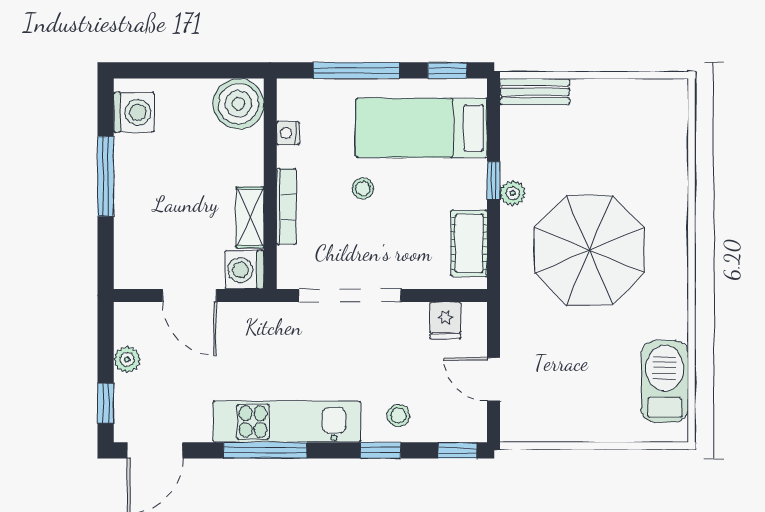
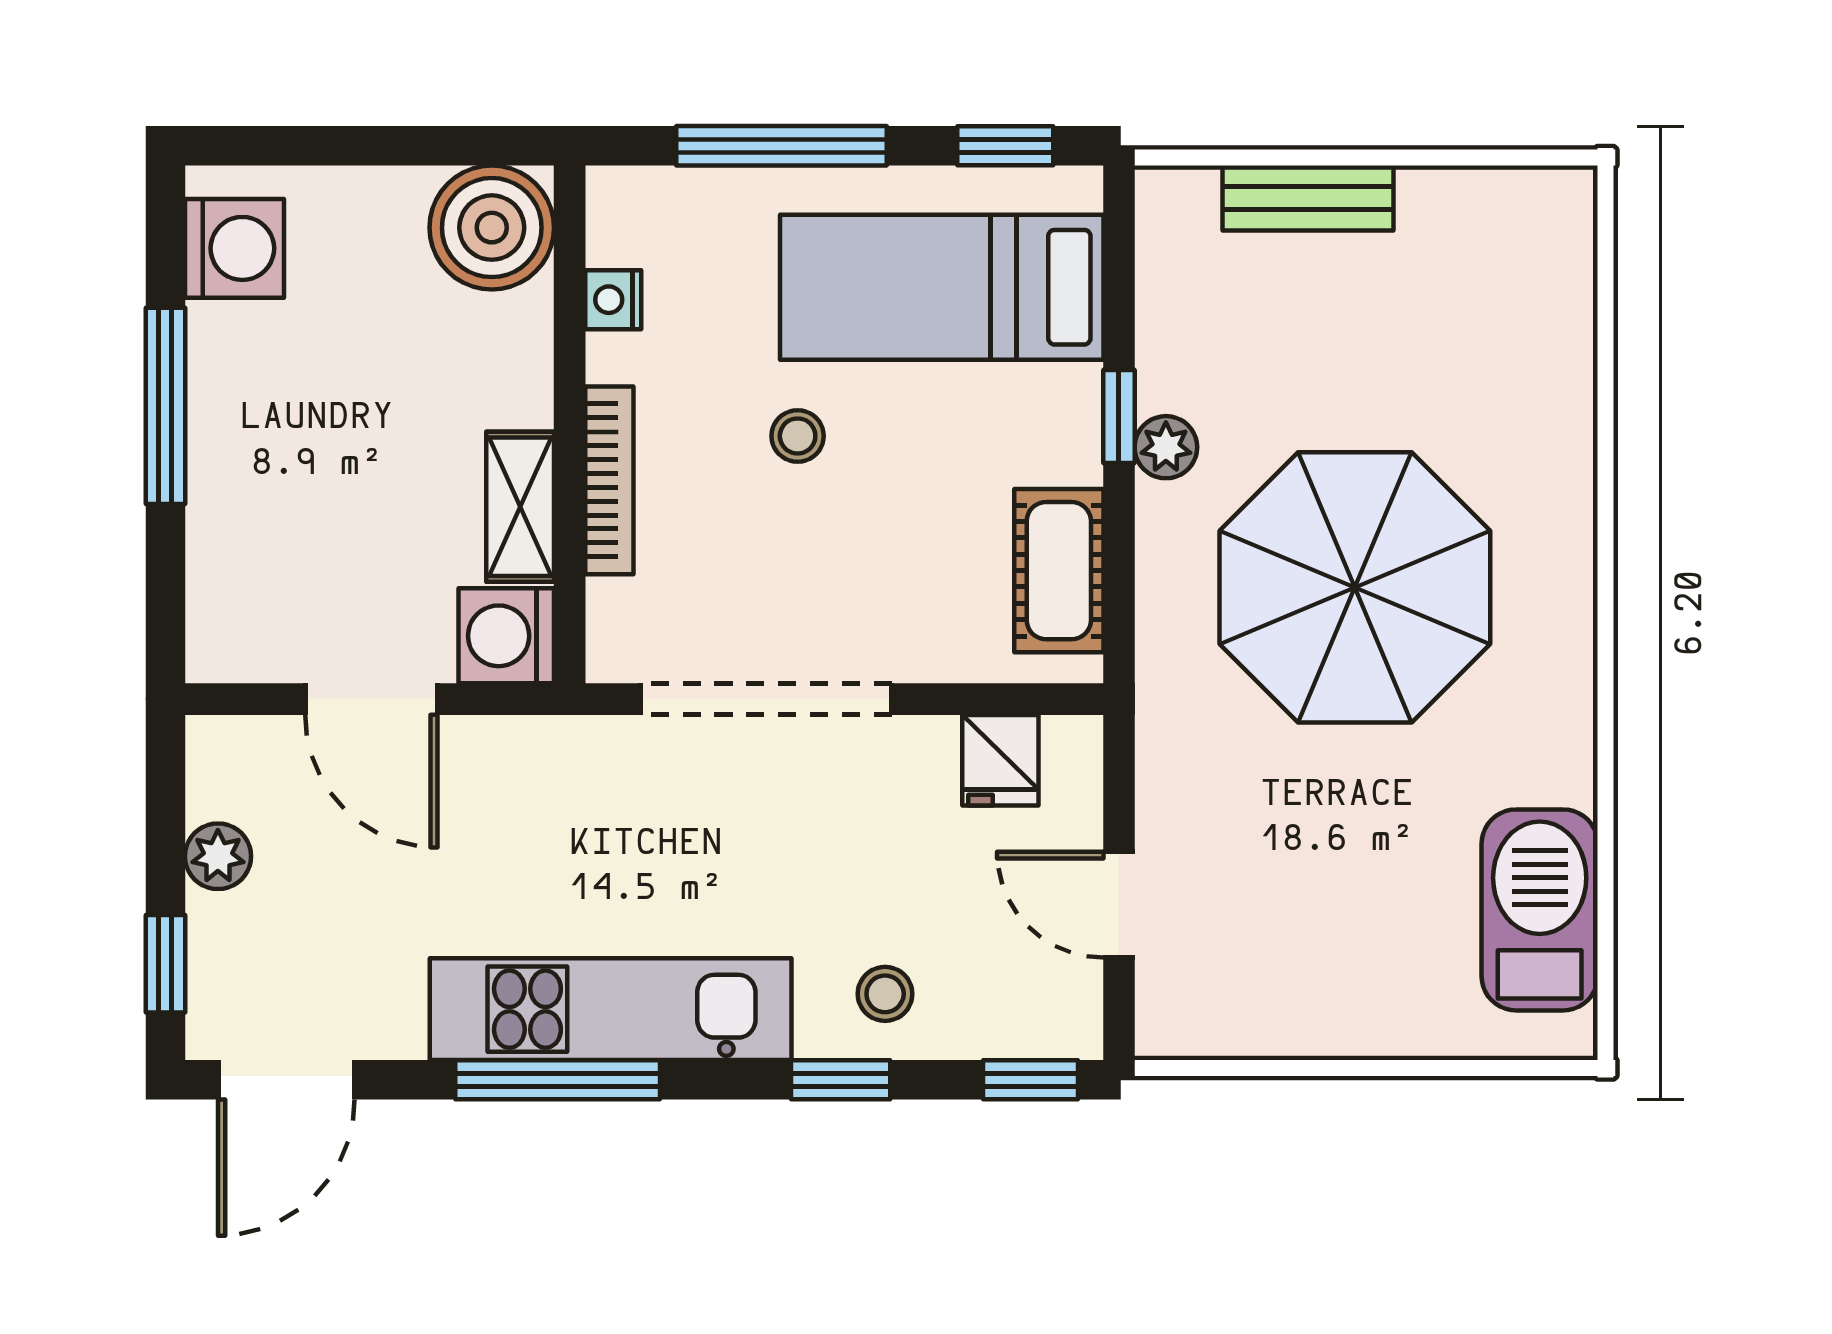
bench: (535, 92) -> (1308, 198), moved

